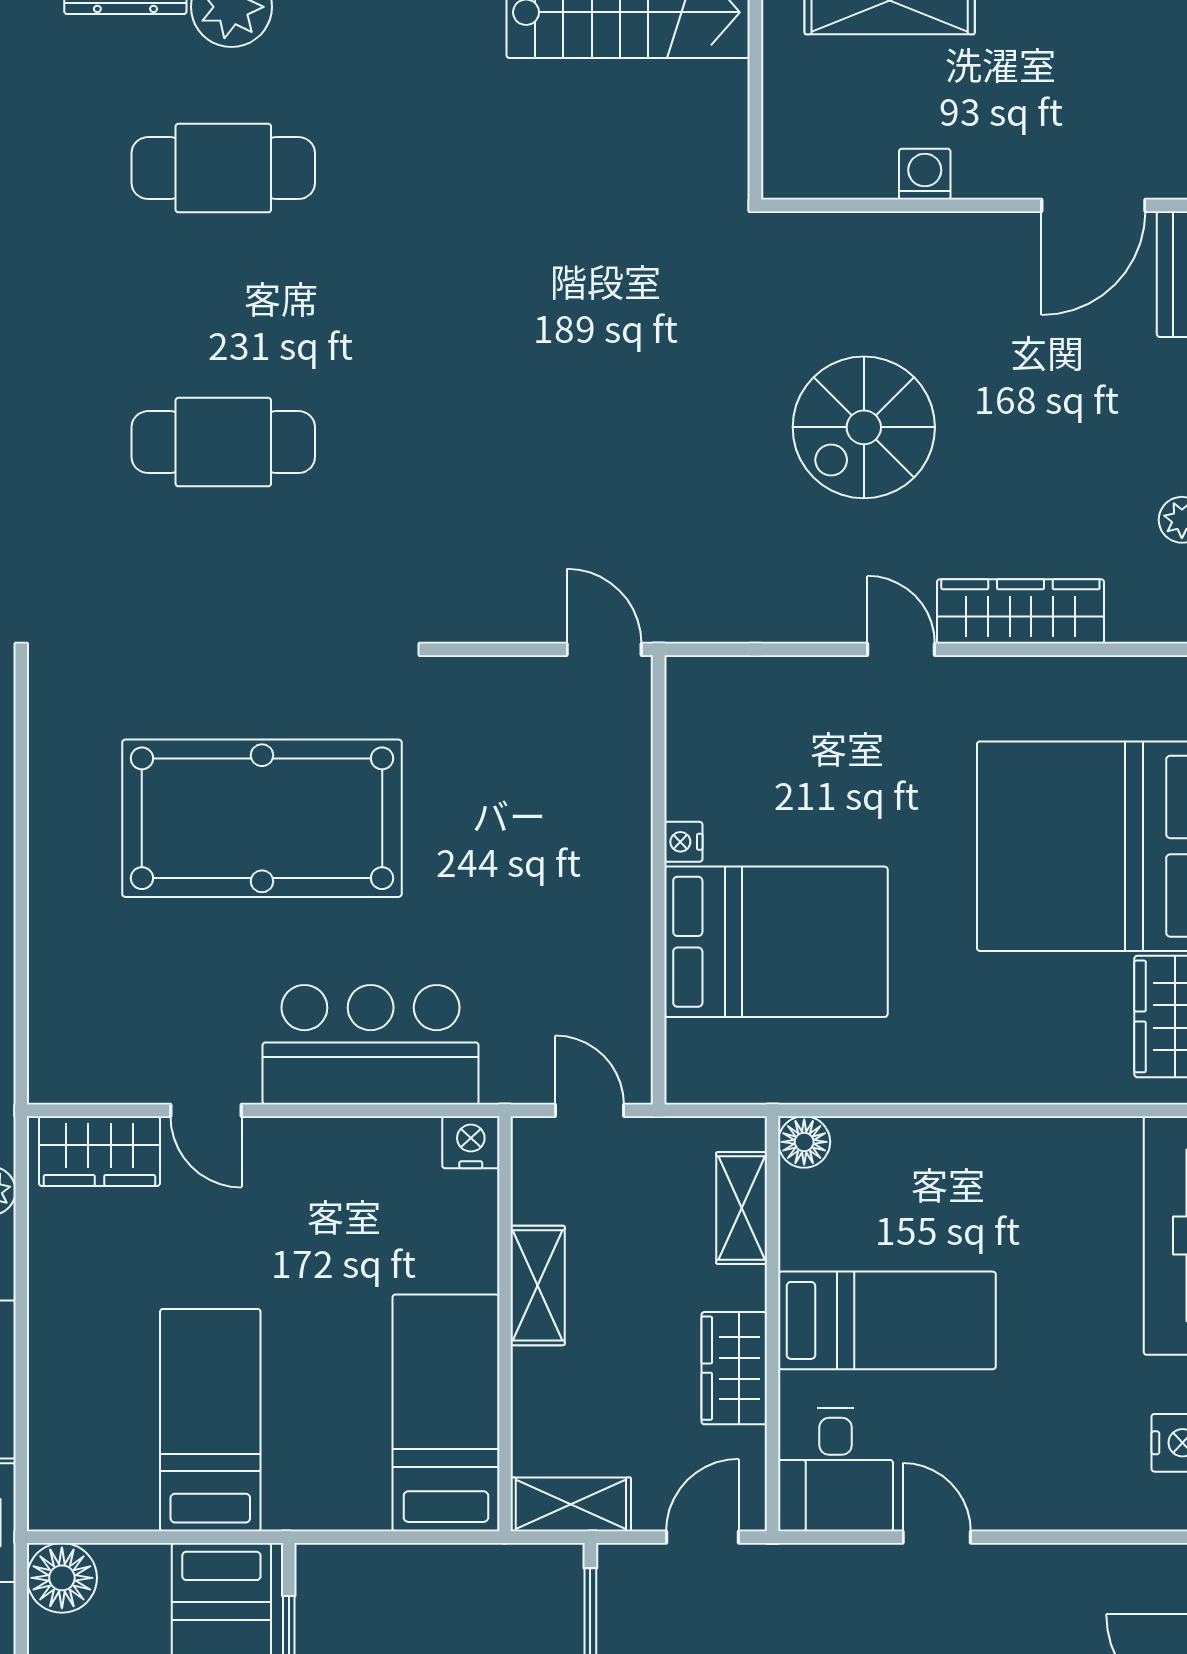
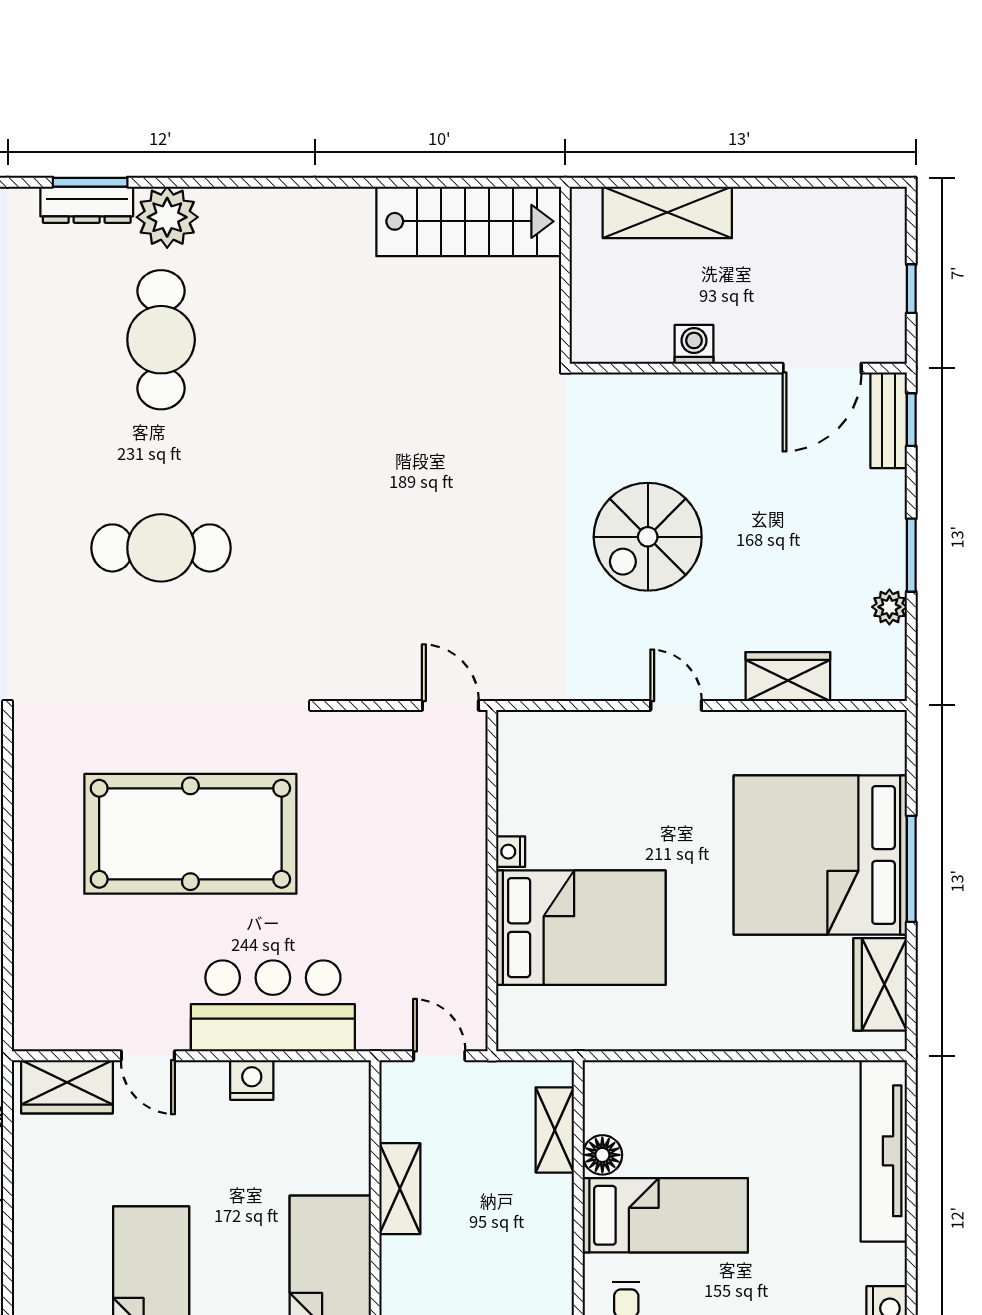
cafe table: (223, 168) -> (161, 340), turned 90
wardrobe: (1020, 611) -> (788, 677), width x0.67
nightstand: (471, 1142) -> (252, 1080), moved
floor lamp: (804, 1142) -> (602, 1155), moved
wardrobe: (734, 1368) -> (549, 1252), removed

